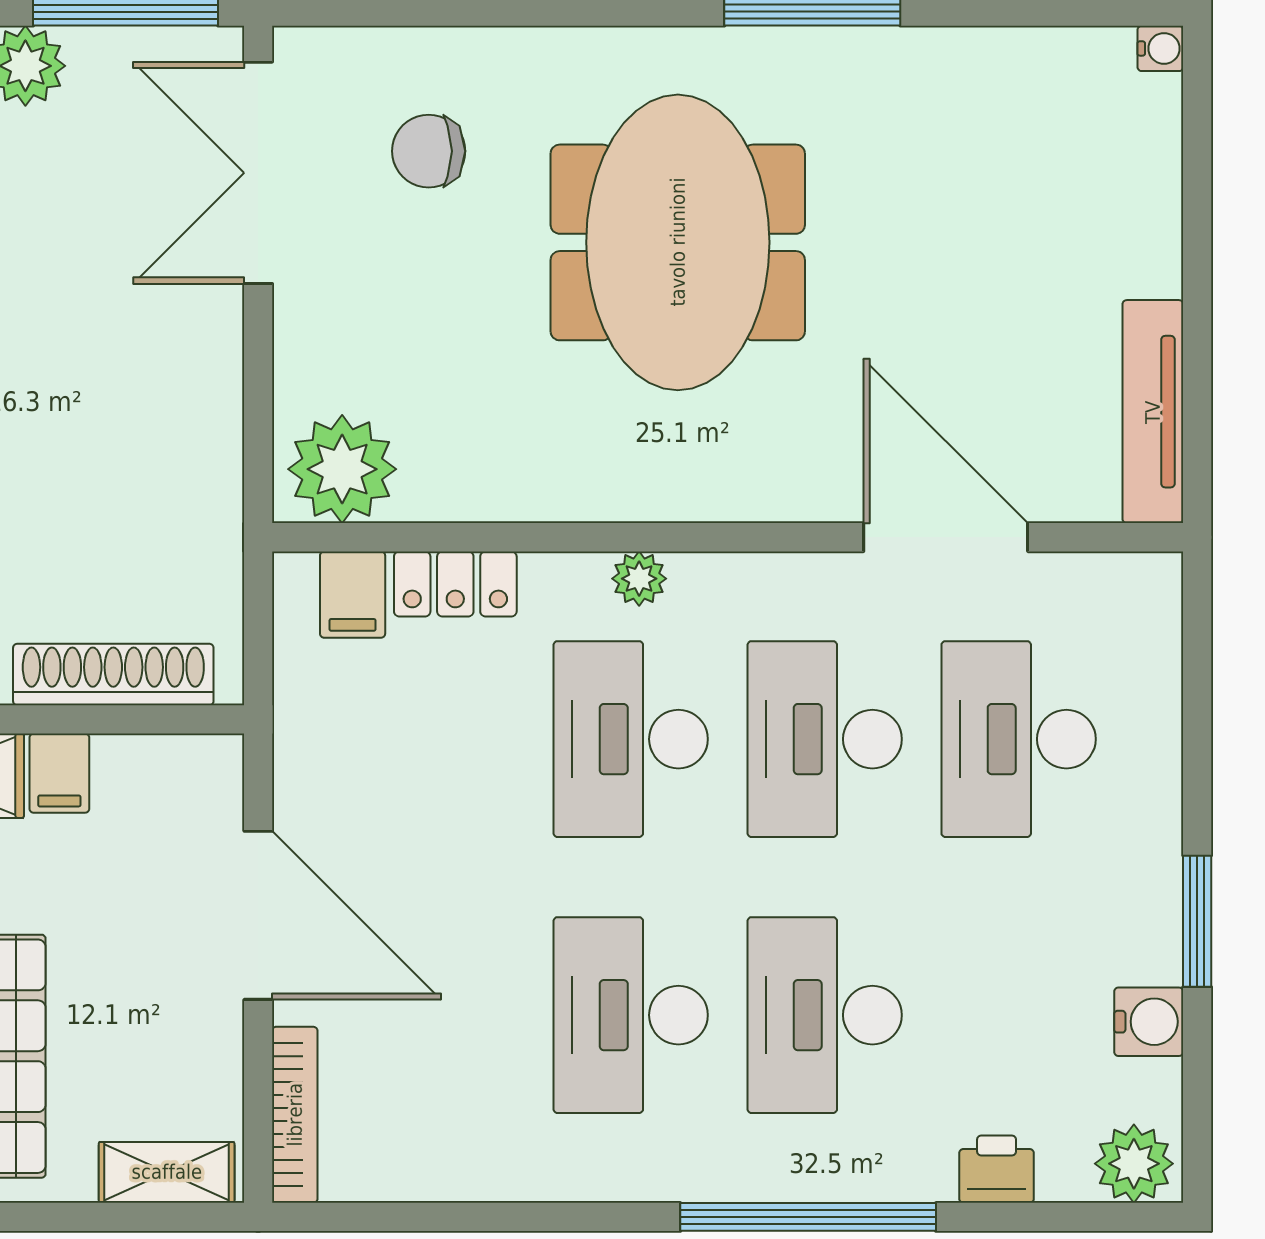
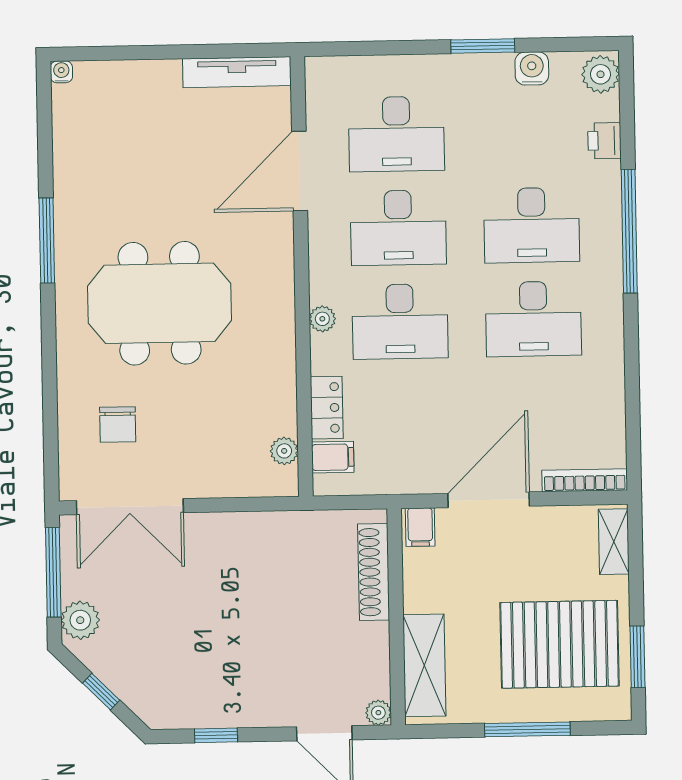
plant: (342, 469) -> (284, 451), width x0.53, depth x0.53
filing cabinet: (59, 773) -> (420, 527), moved, turned 90

